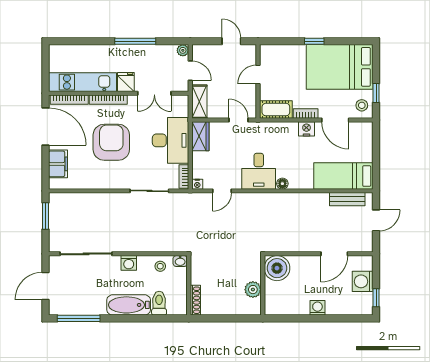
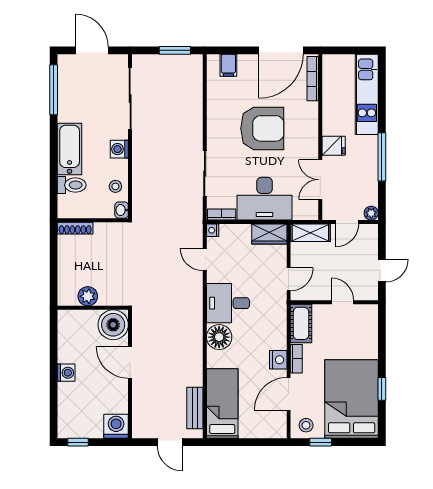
window: (314, 41) -> (382, 389), moved
kitchen unit: (83, 82) -> (367, 94), moved, turned 180
bookcase: (108, 100) -> (313, 125), removed
filing cabinet: (58, 164) -> (228, 65), width x0.50
floor lamp: (282, 184) -> (219, 337), width x1.89, depth x1.89
door: (334, 254) -> (130, 362), moved
washing machine: (363, 281) -> (116, 426), moved

